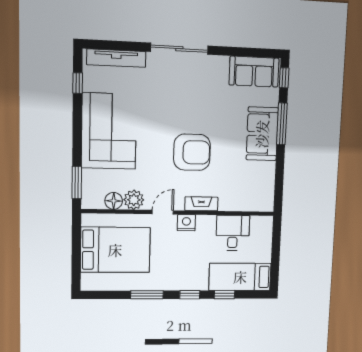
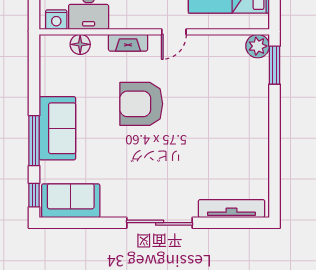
window: (78, 83) -> (275, 179), removed
corner sofa: (109, 131) -> (239, 126), removed
plant: (134, 200) -> (258, 46), moved
floor lamp: (114, 201) -> (80, 44), moved
nightstand: (186, 223) -> (56, 20), moved

